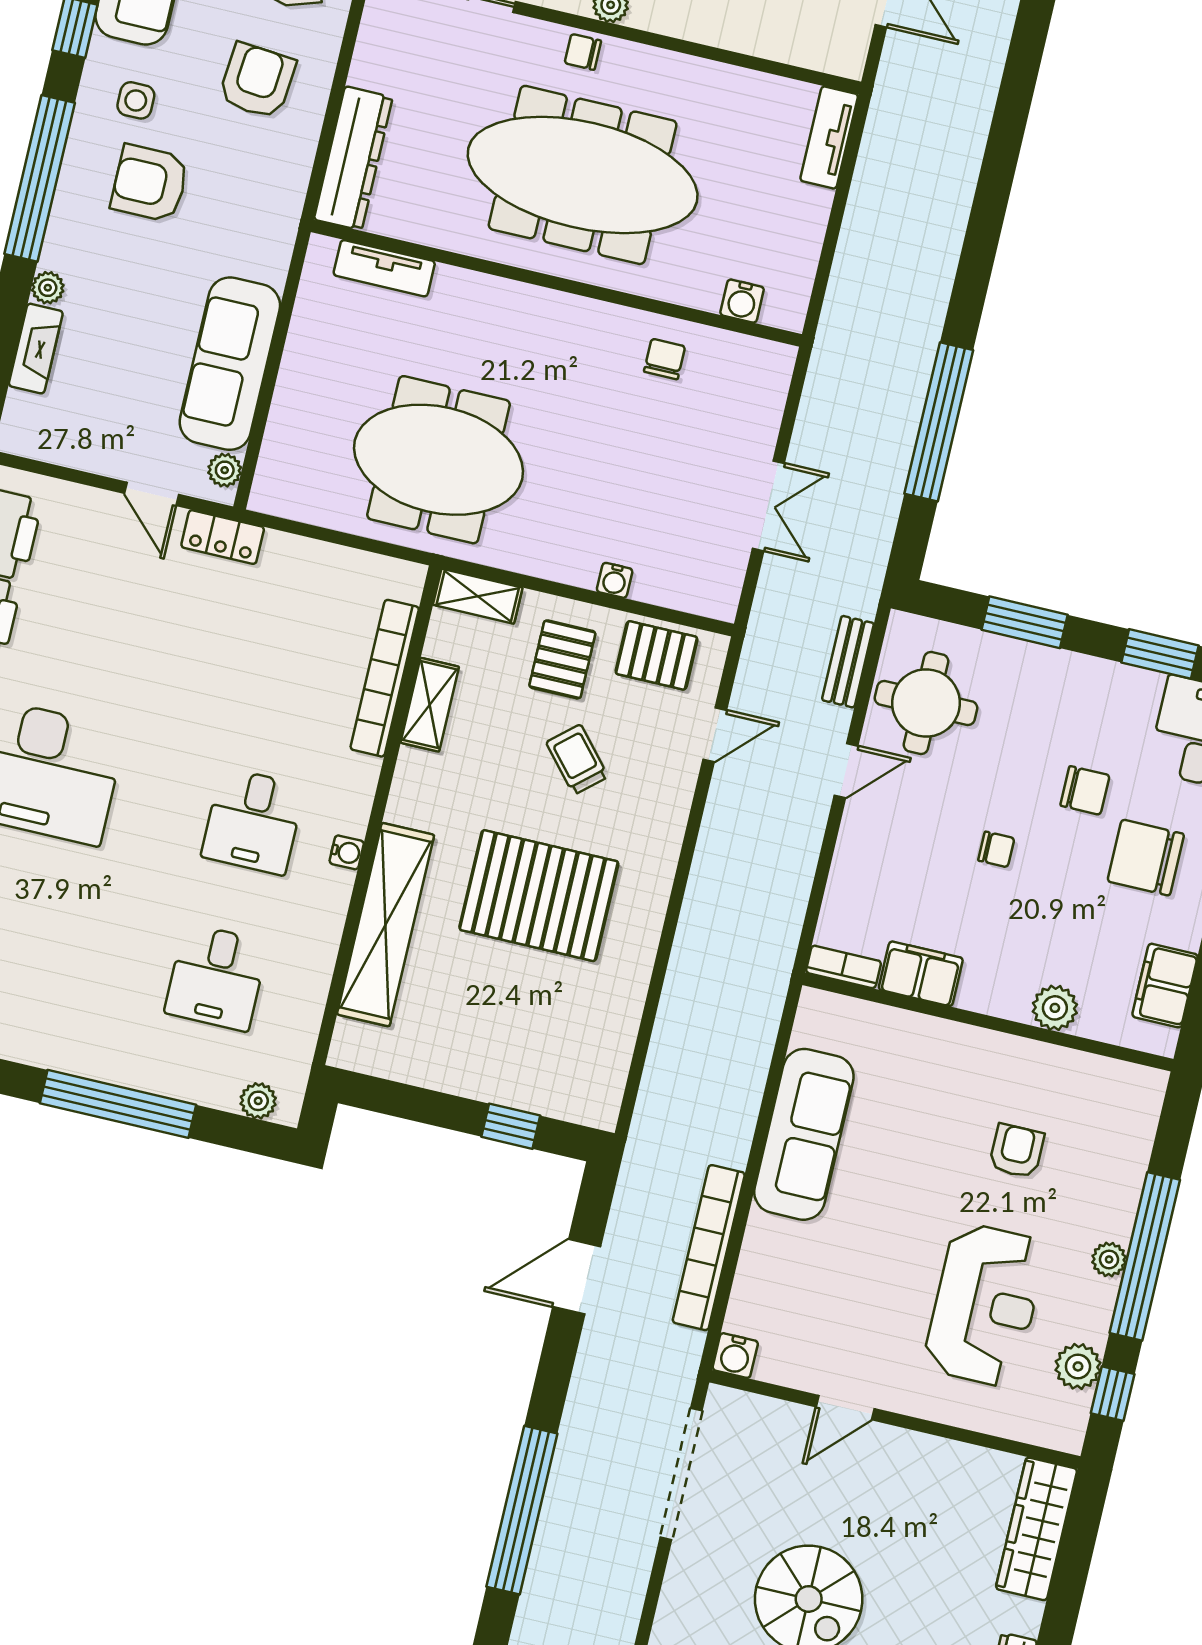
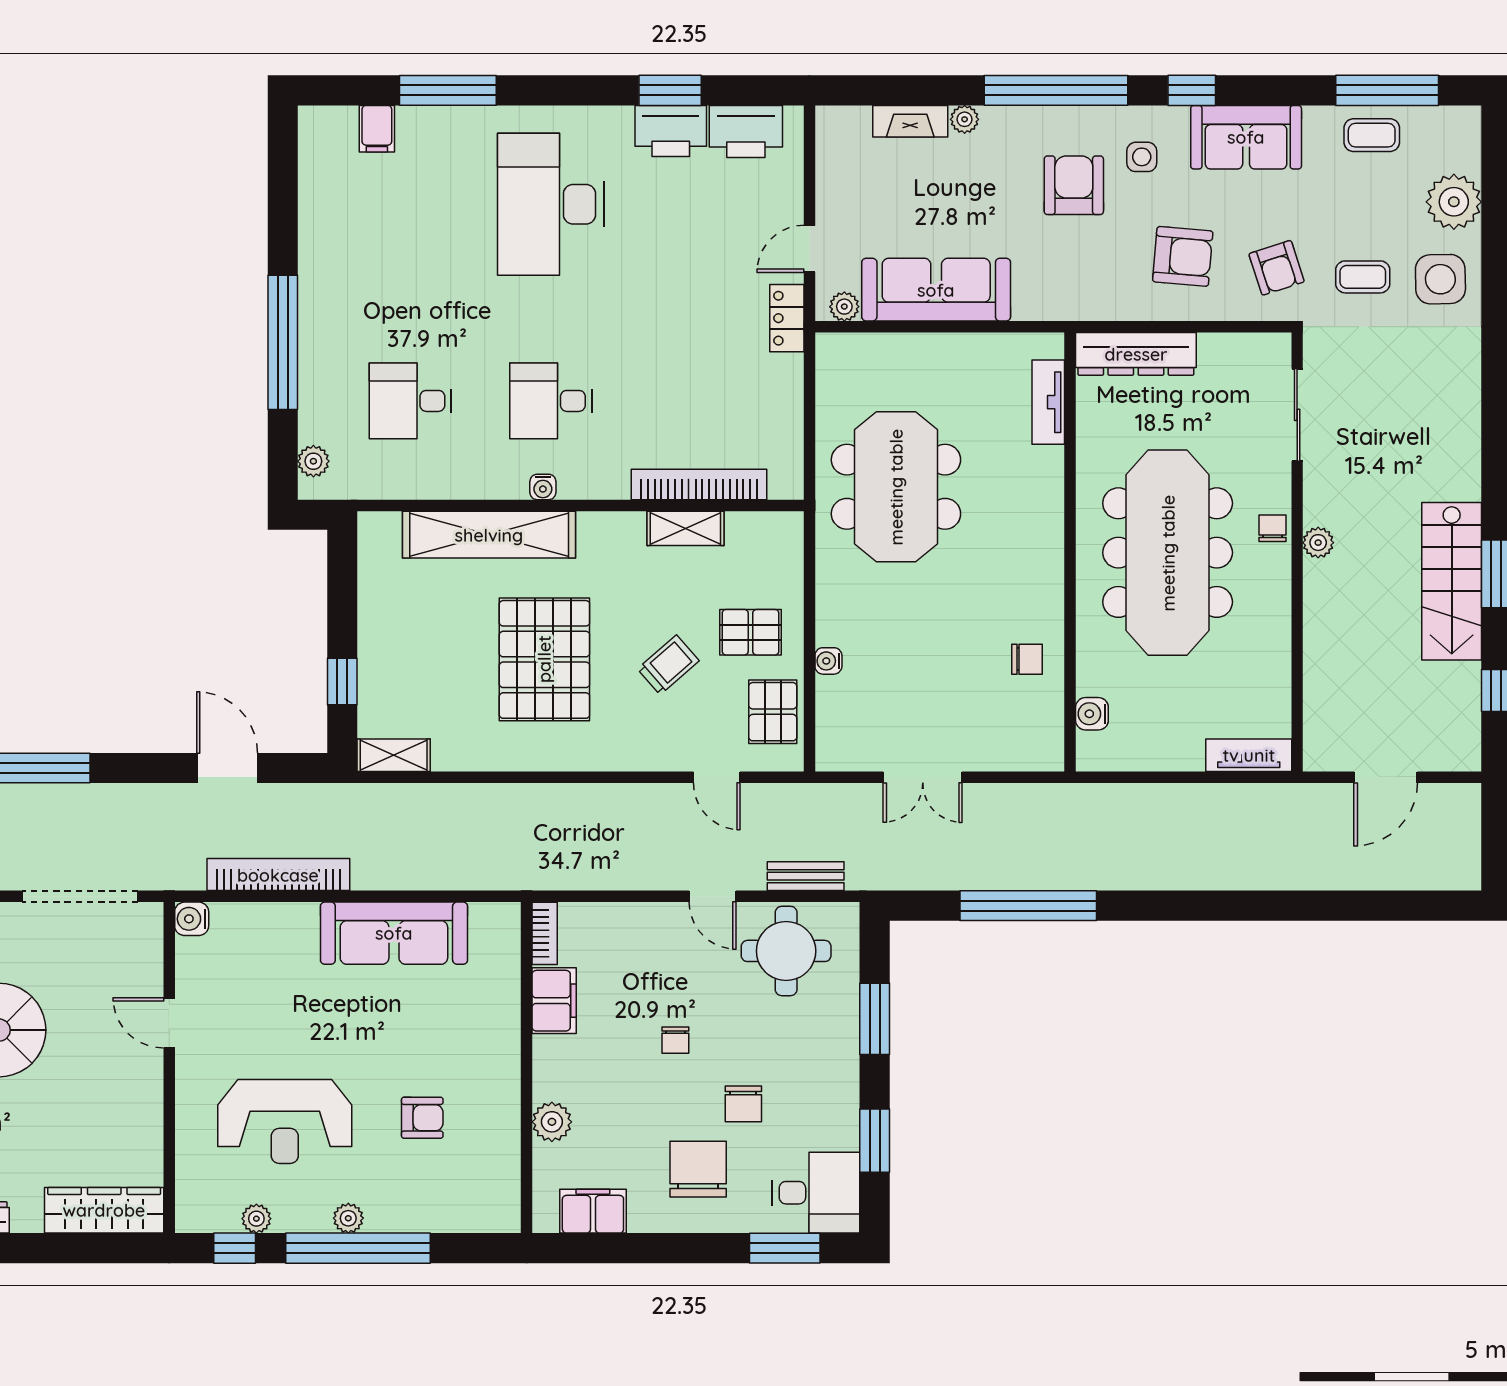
shelving: (478, 596) -> (394, 755), moved, turned 90
plant: (1078, 1366) -> (256, 1219), width x0.73, depth x0.73

